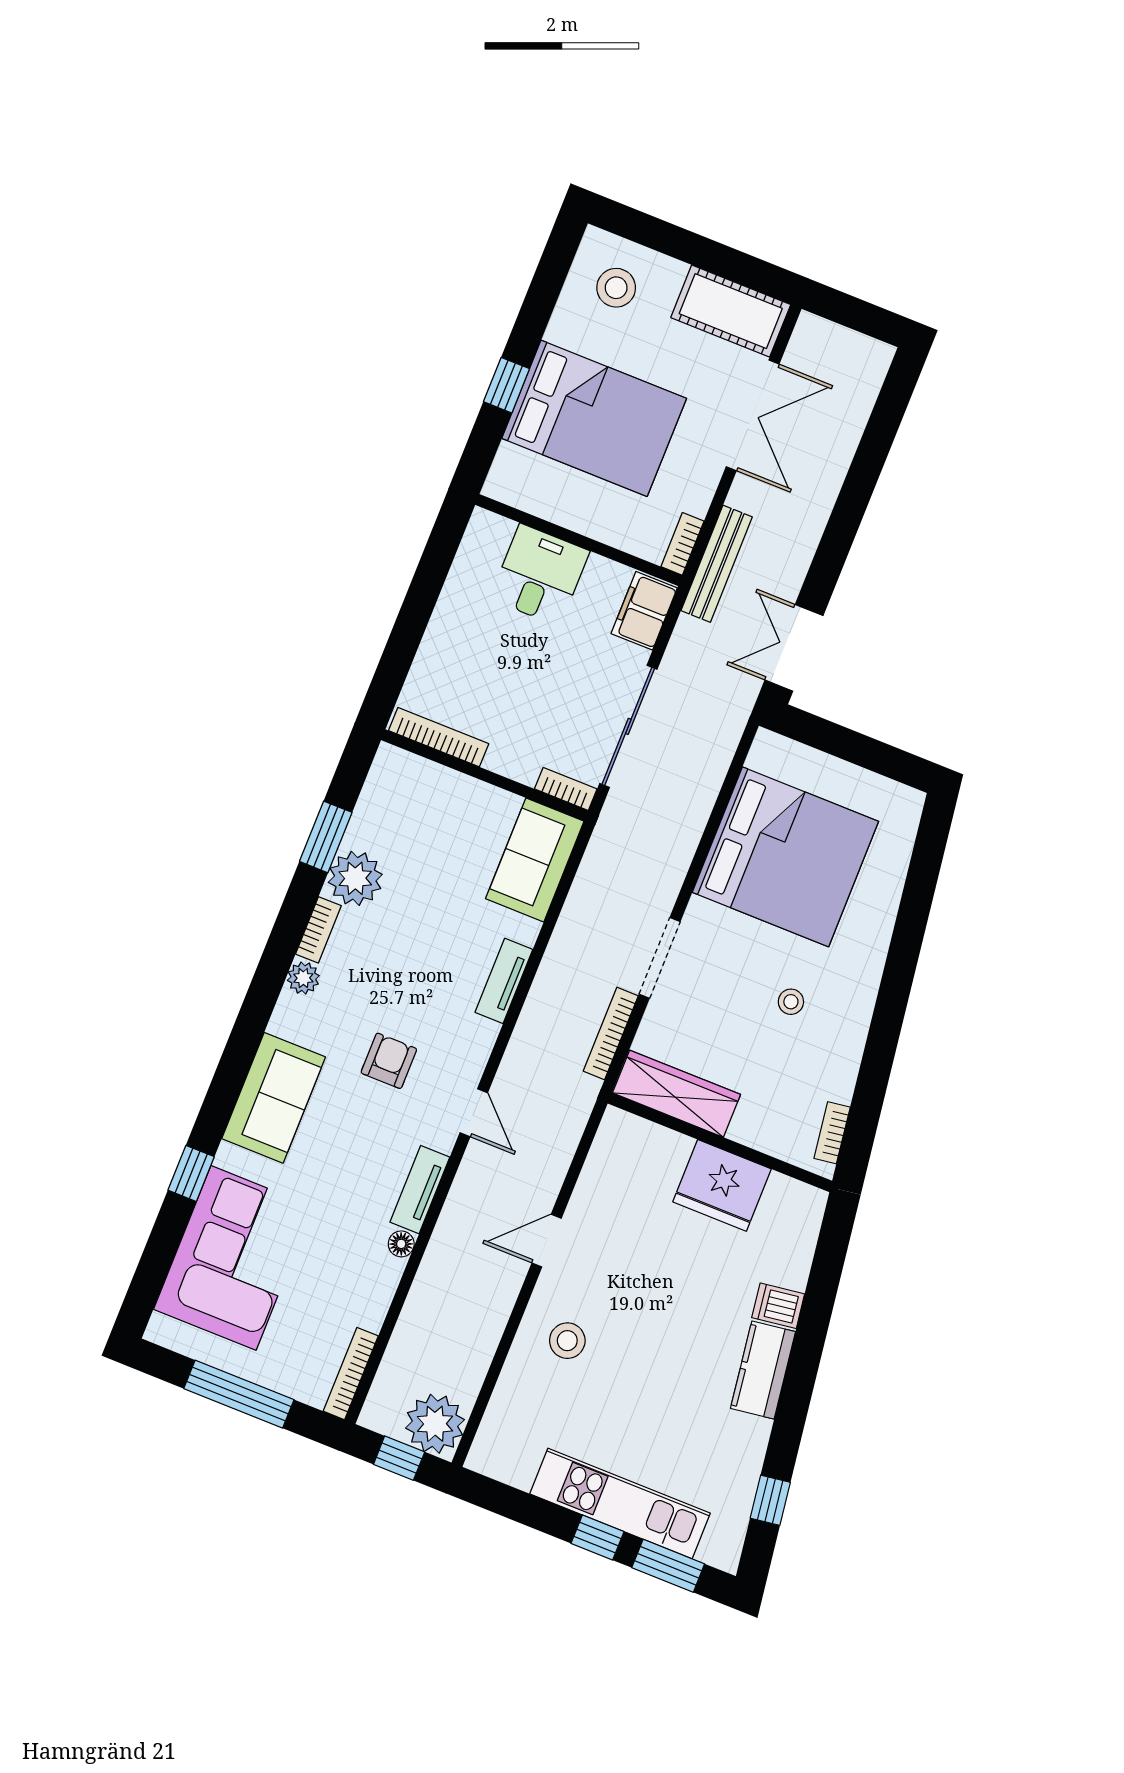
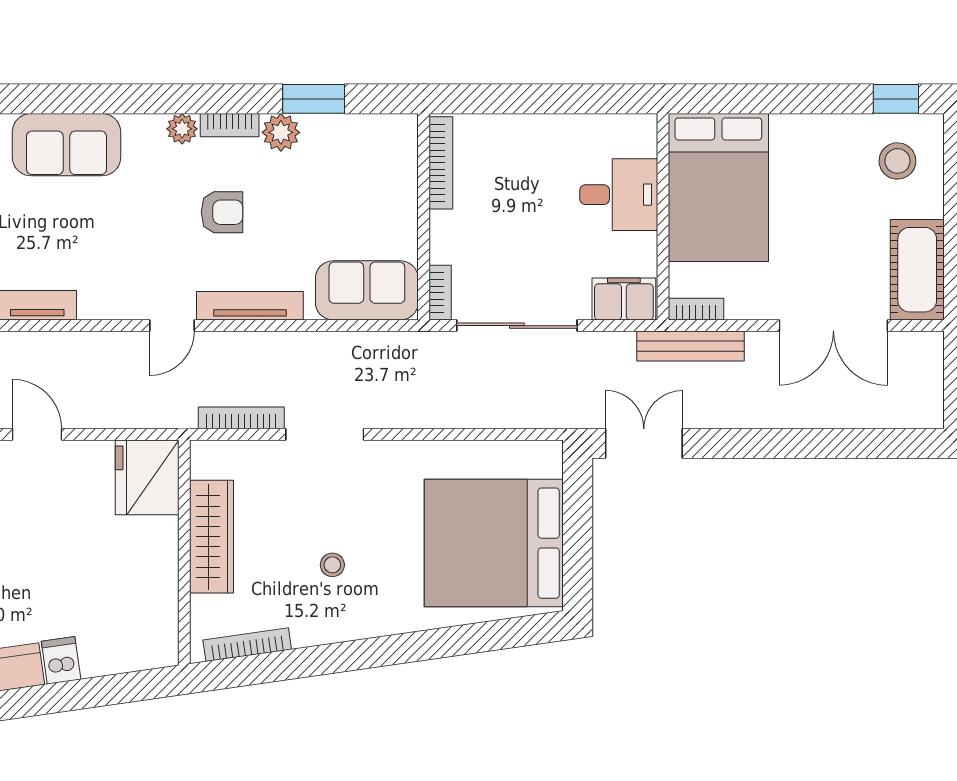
window: (506, 385) -> (896, 99), moved
bed: (594, 418) -> (718, 187), moved
bed: (785, 857) -> (494, 543), moved, turned 90
plant: (355, 878) -> (281, 132), width x0.73, depth x0.73
tv unit: (504, 981) -> (250, 306), width x1.41
armchair: (389, 1061) -> (222, 212), moved
wardrobe: (677, 1094) -> (212, 537), moved
door: (474, 1113) -> (172, 326), moved
bookcase: (832, 1133) -> (247, 645), width x1.56
fridge: (722, 1185) -> (147, 477), moved

